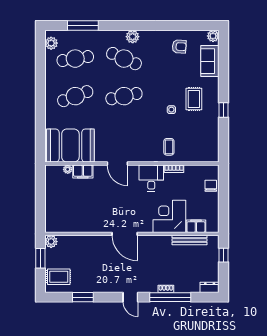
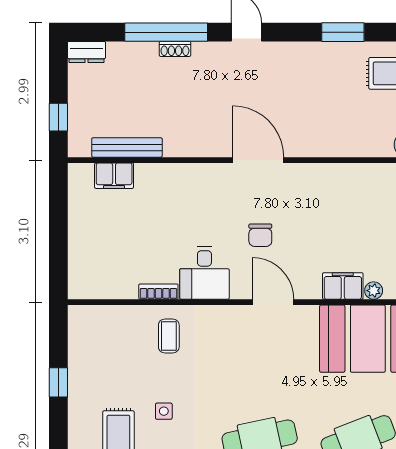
window: (224, 110) -> (58, 382), moved
chair: (211, 186) -> (260, 235), moved
corner desk: (169, 216) -> (168, 196), removed

